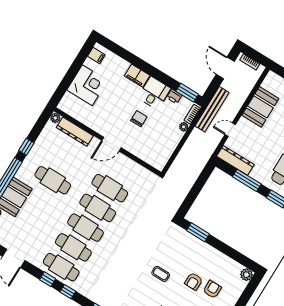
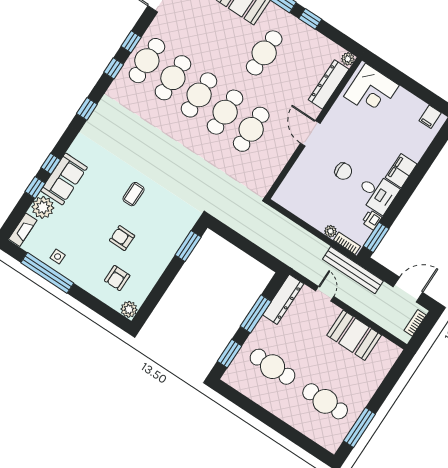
corner desk: (87, 85) -> (371, 91), moved
armchair: (212, 289) -> (117, 278), moved, turned 90

